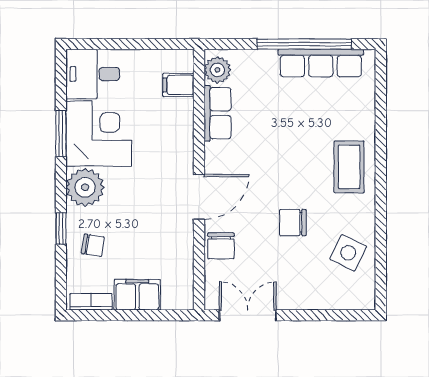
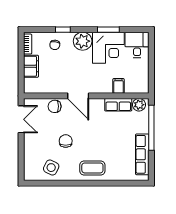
window: (304, 44) -> (151, 128), moved
filing cabinet: (178, 85) -> (119, 86), moved

